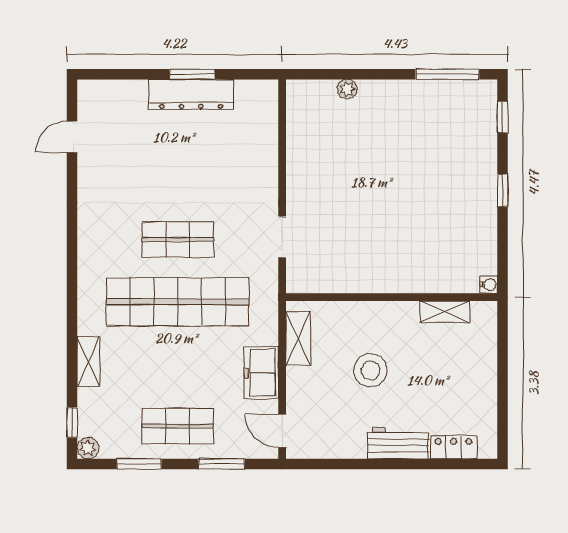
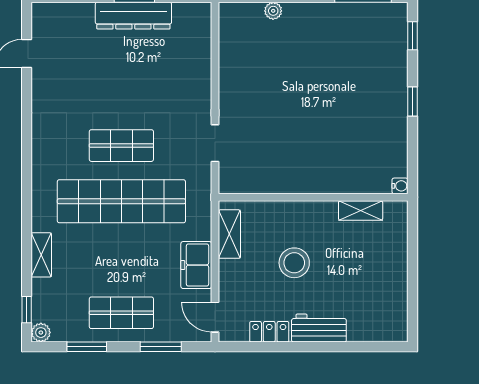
locker: (454, 447) -> (269, 332), moved

